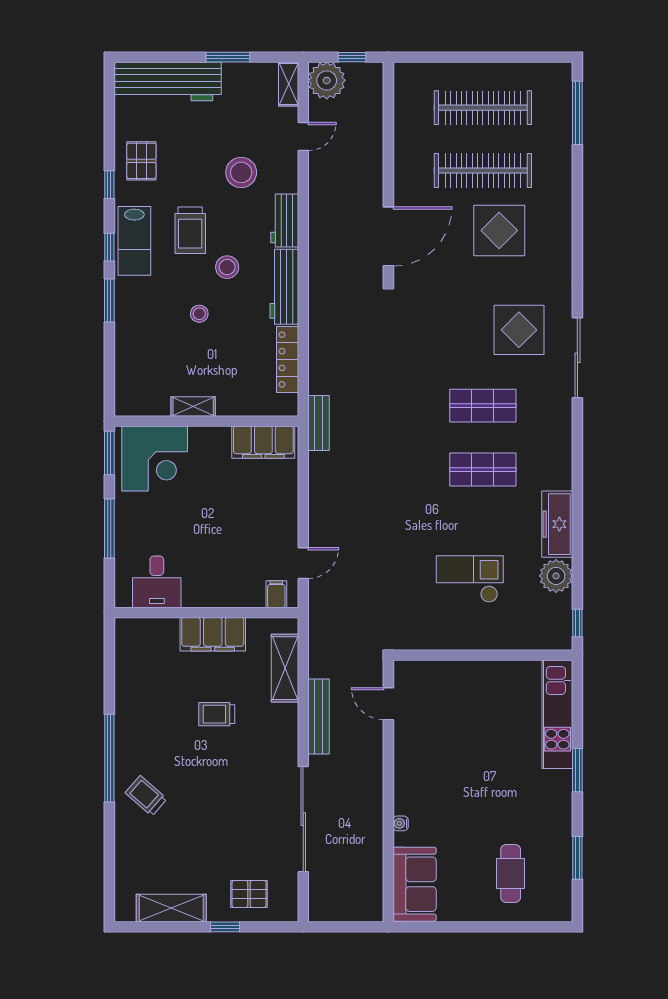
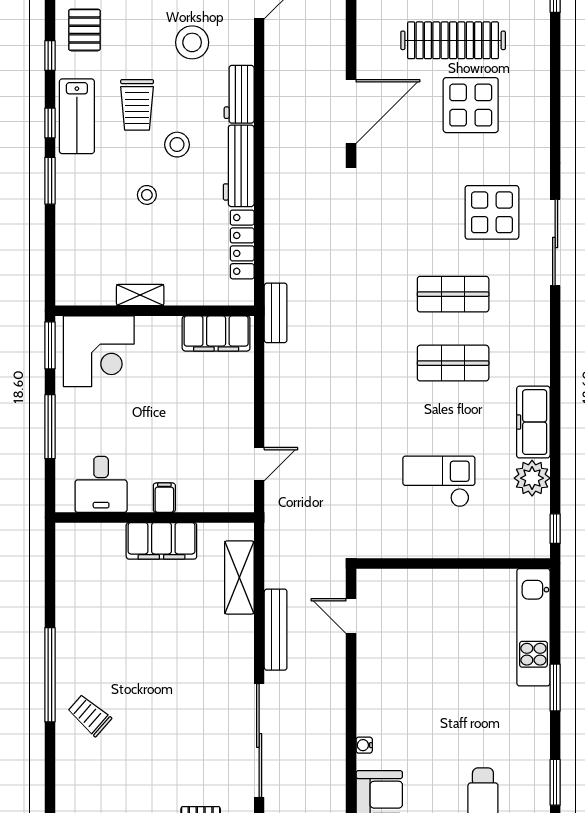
filing cabinet: (276, 594) -> (164, 498), moved
trolley: (217, 714) -> (166, 627), removed

